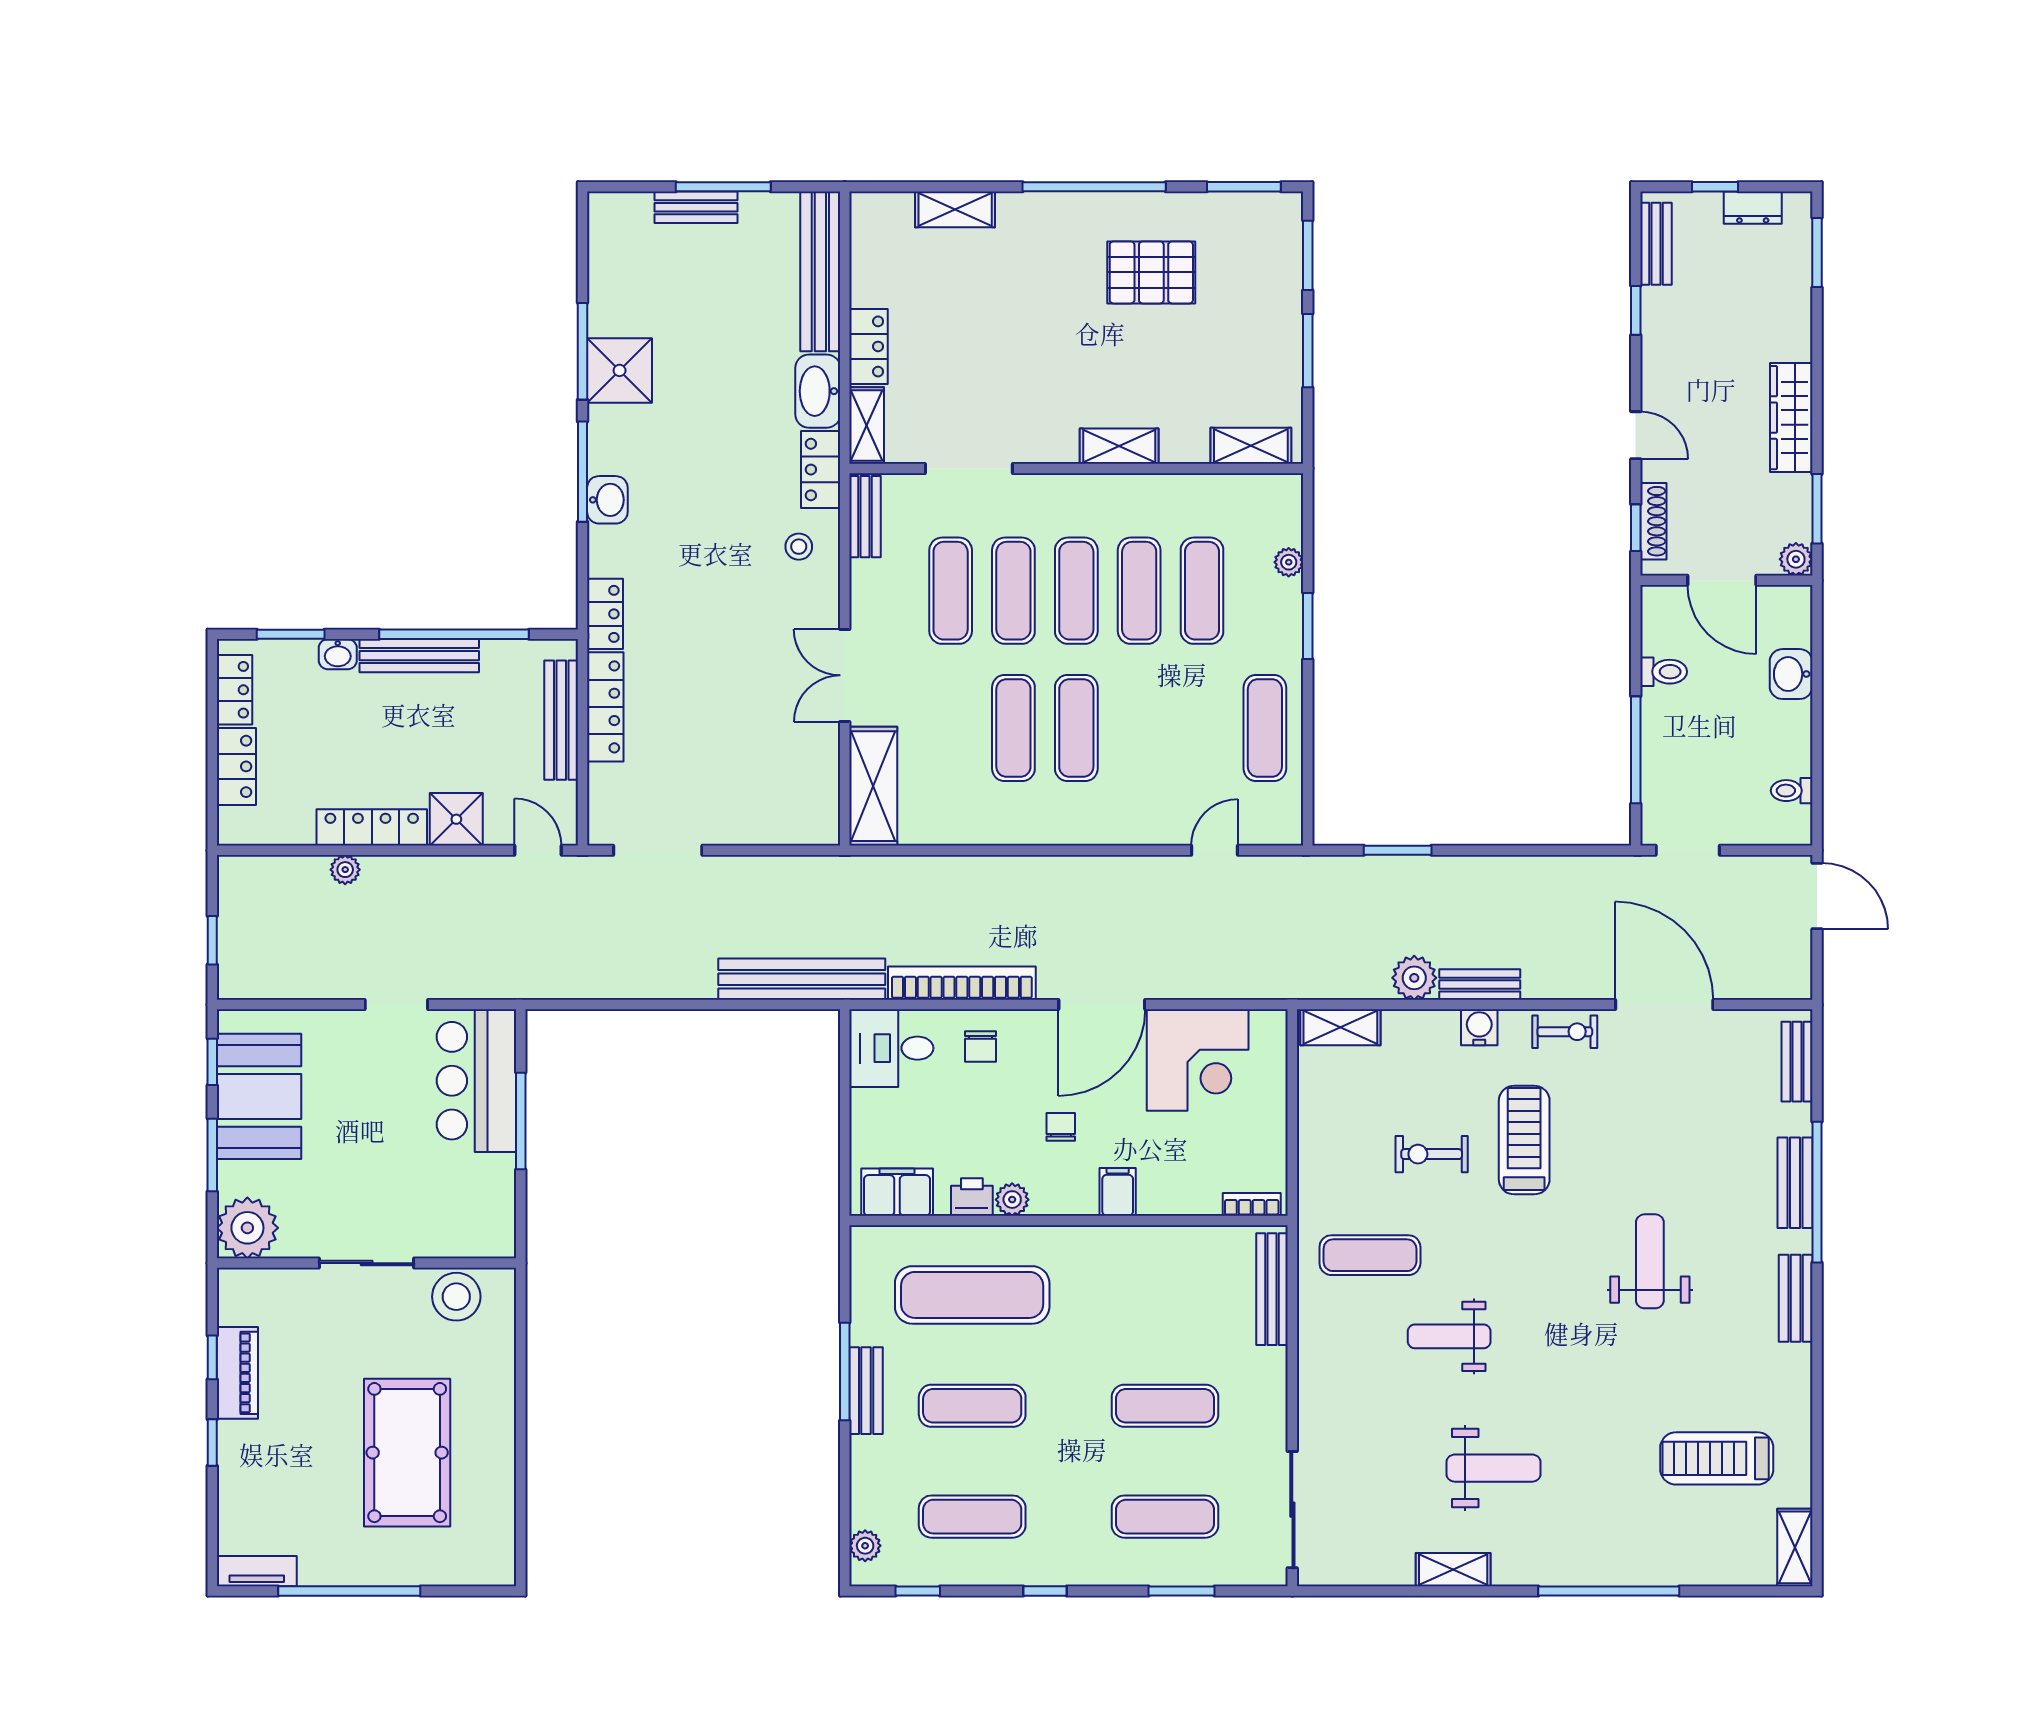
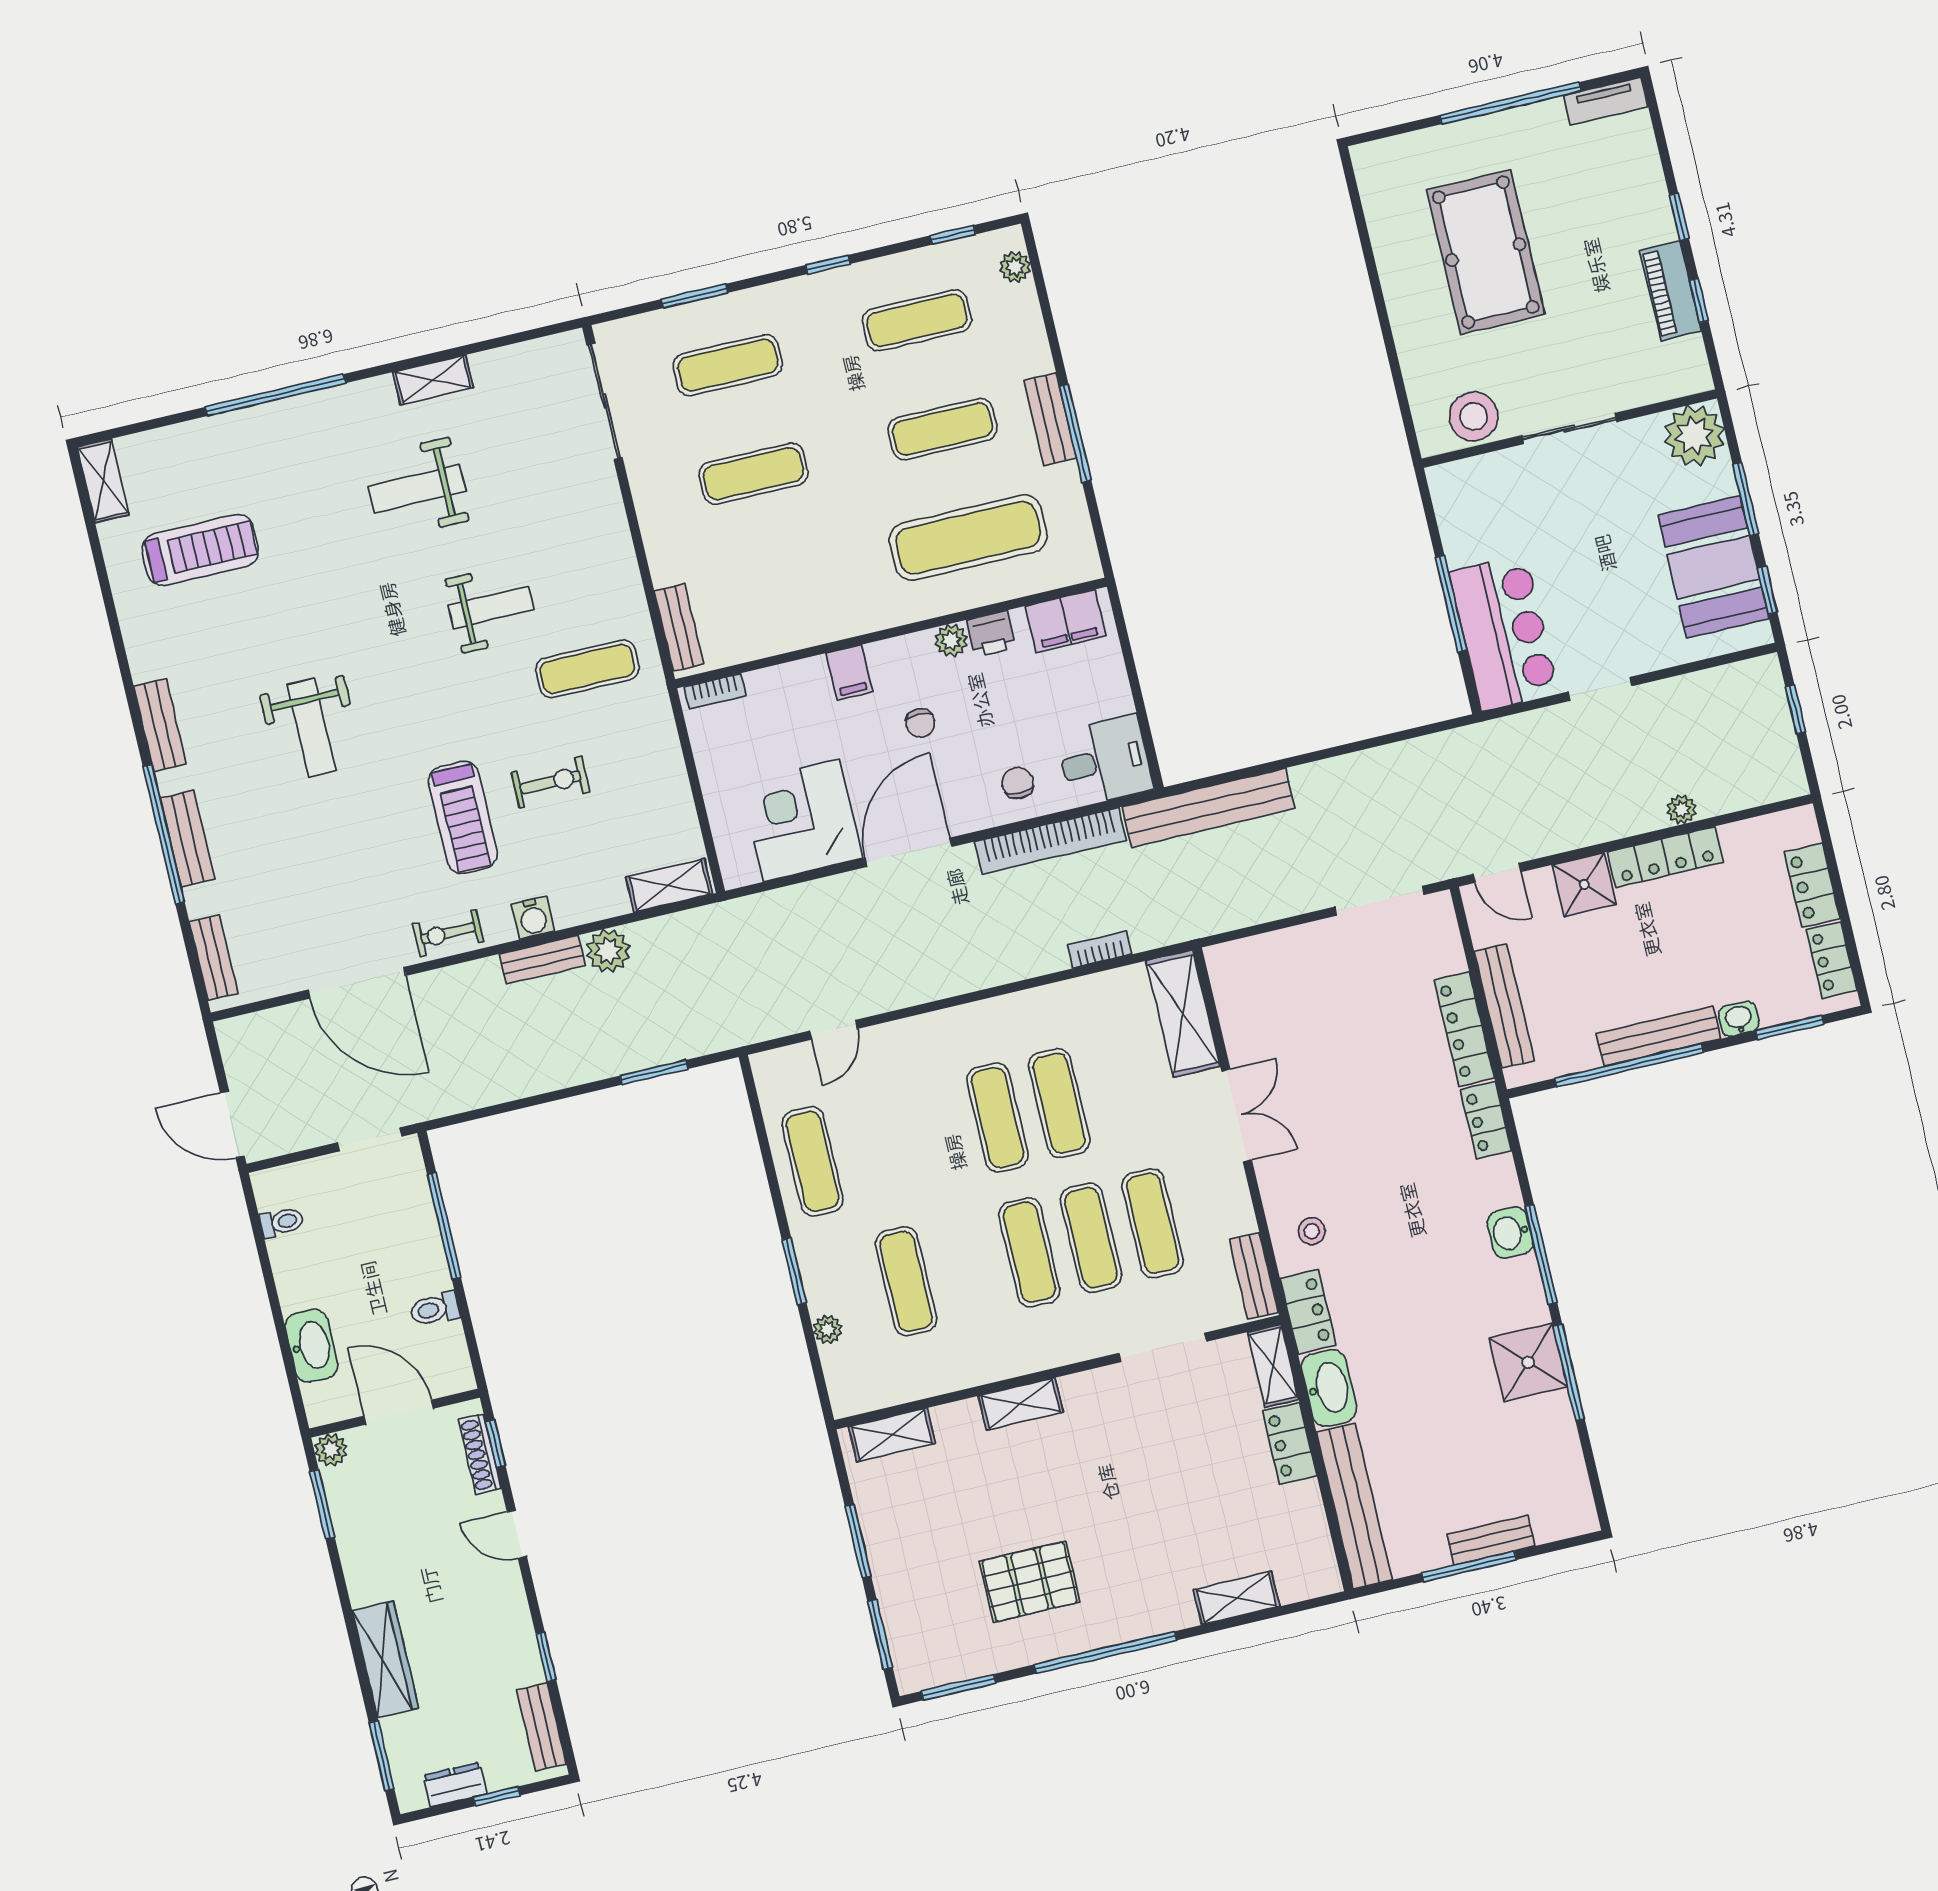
wardrobe: (1791, 418) -> (385, 1660), moved
exercise mat: (1139, 591) -> (968, 1267), removed
washbasin: (1791, 674) -> (311, 1346), width x1.38
bookcase: (939, 867) -> (1100, 950), added
bench: (1272, 1289) -> (679, 627), width x0.73

